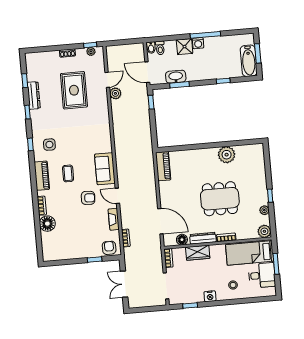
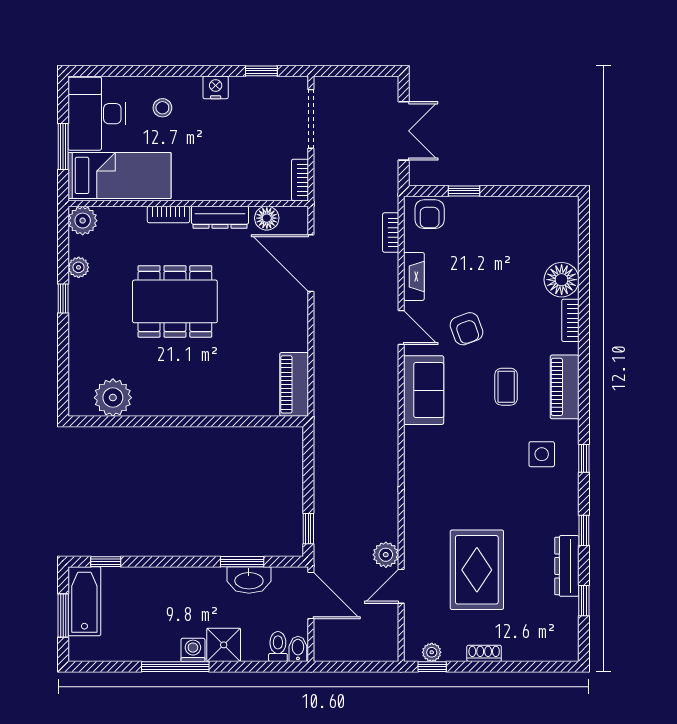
window: (223, 81) -> (106, 562), moved
plant: (227, 155) -> (113, 398), moved
armchair: (88, 198) -> (466, 329), turned -113
wardrobe: (198, 253) -> (234, 186), removed
desk: (262, 275) -> (97, 114), width x1.37

